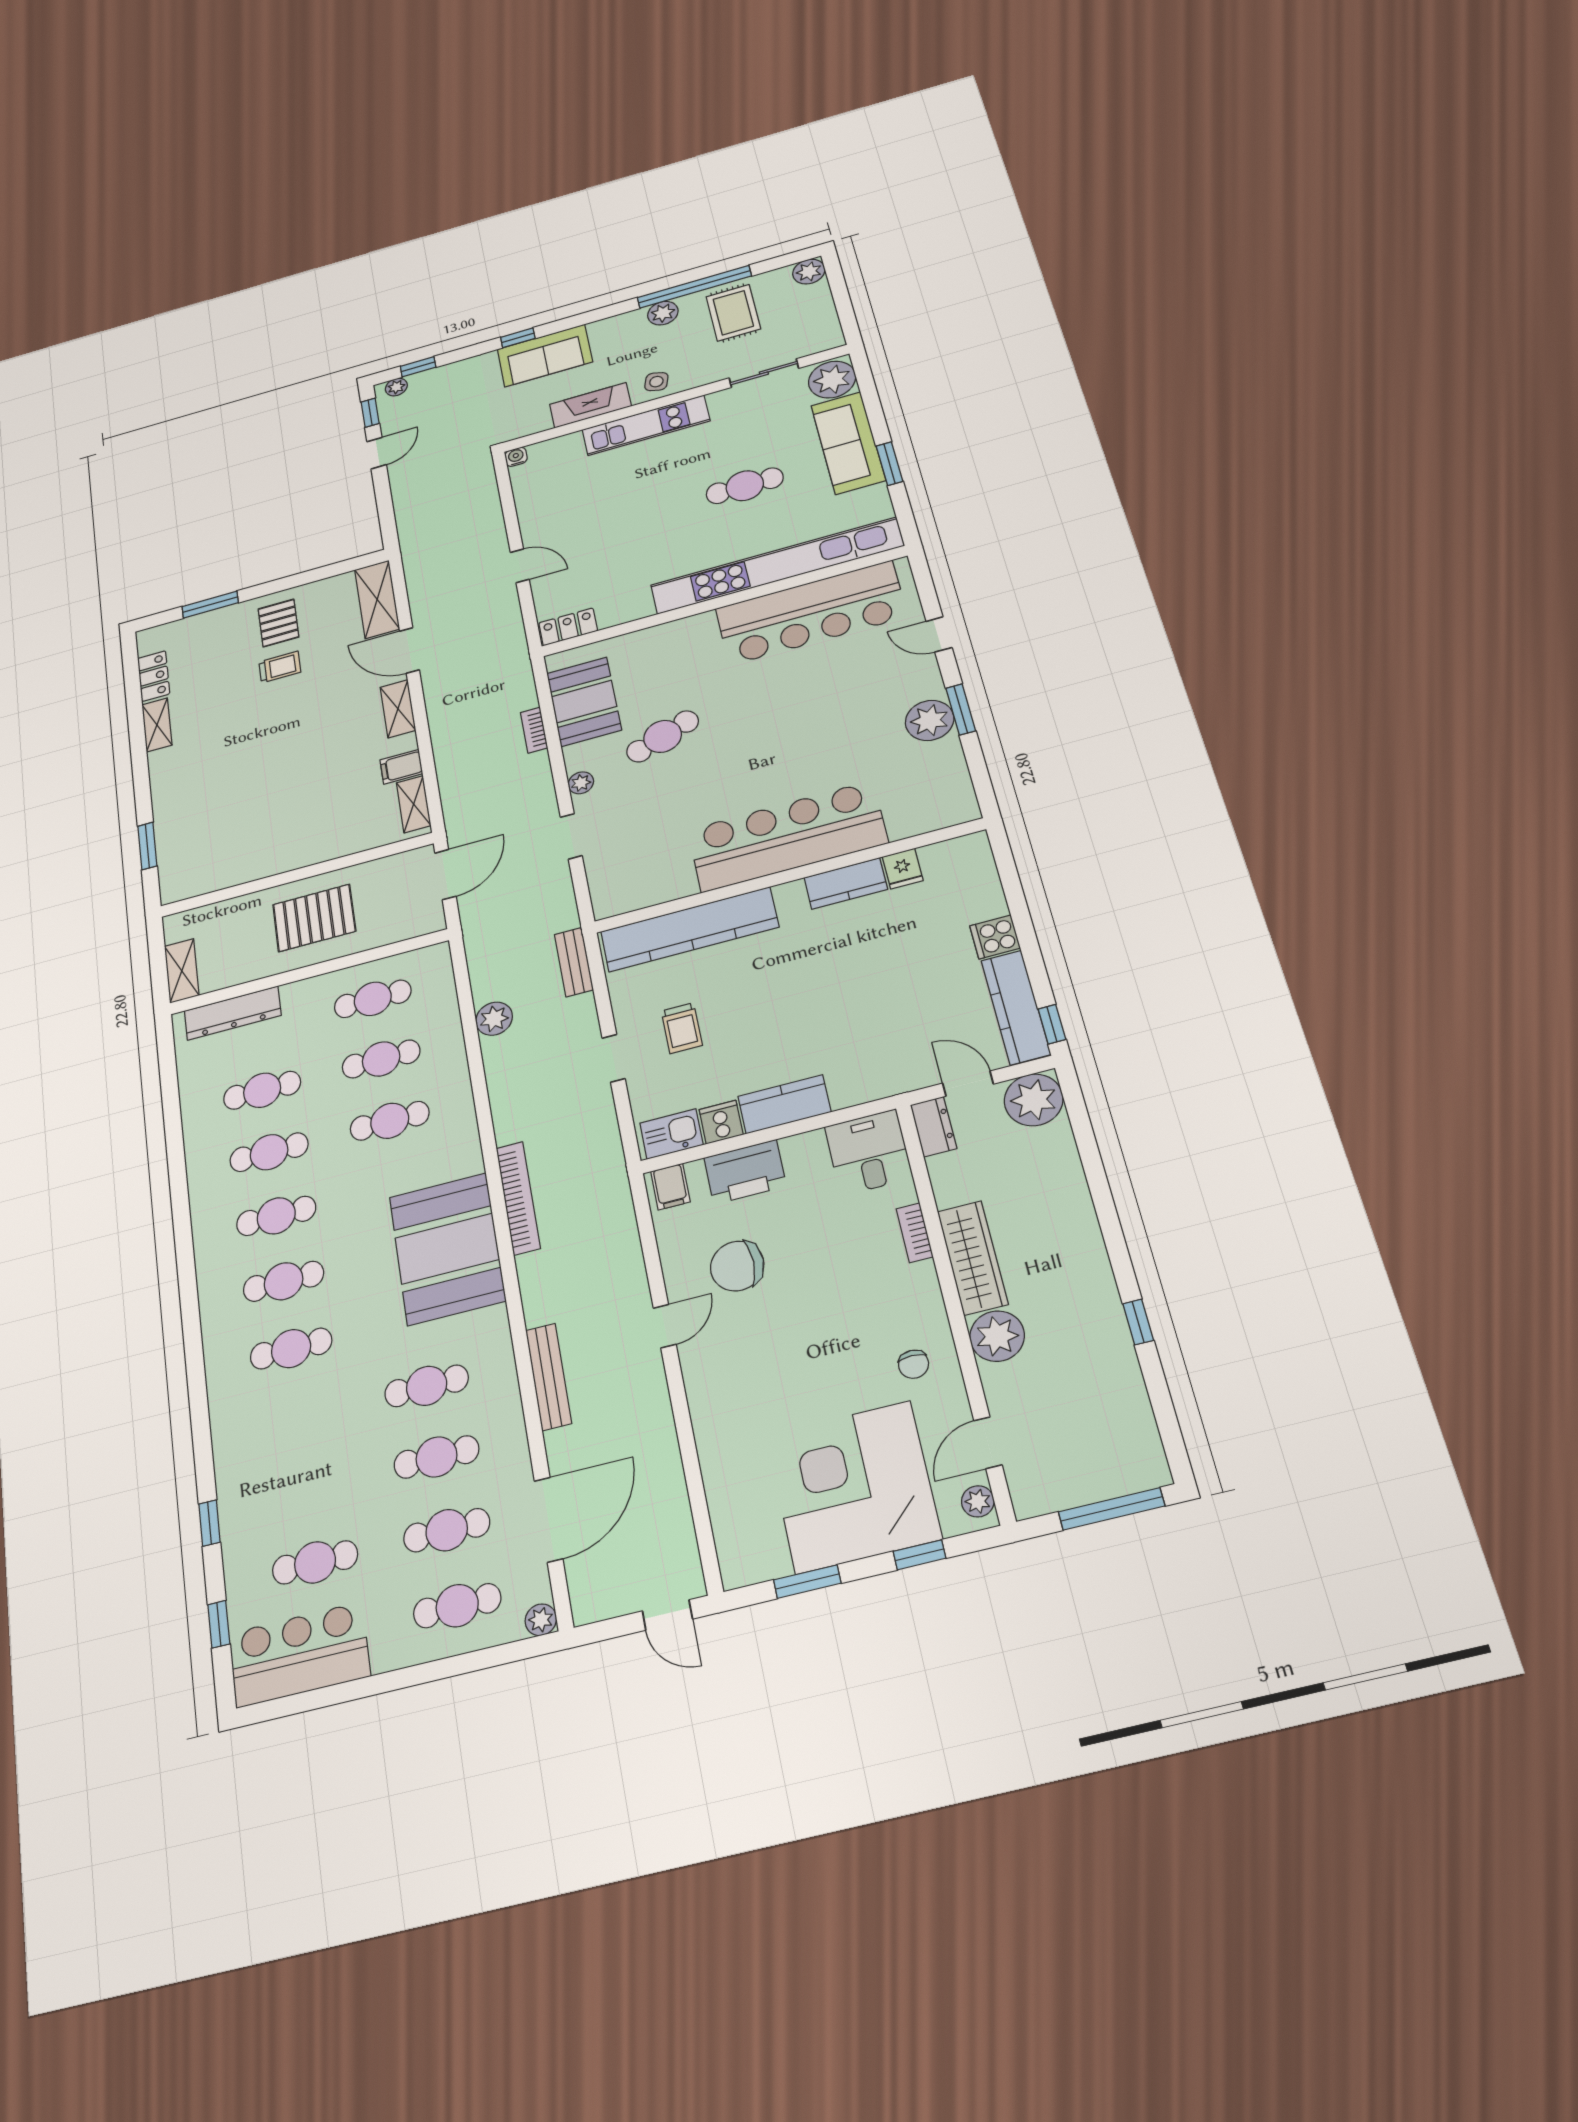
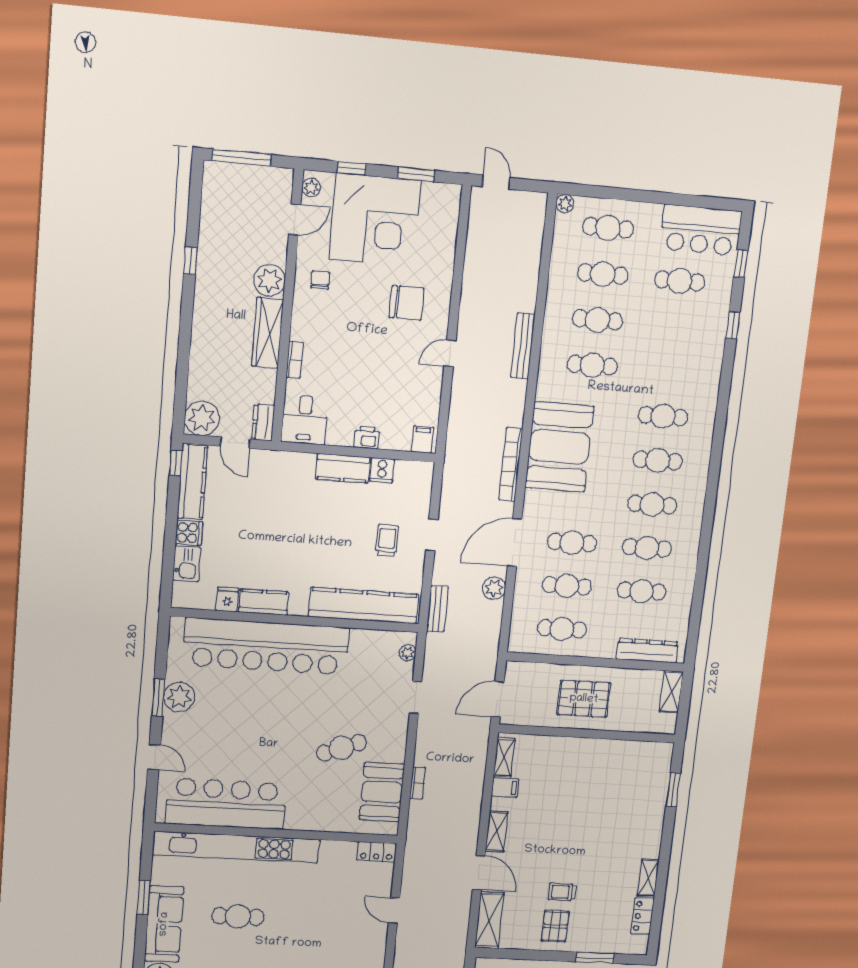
plant: (581, 783) -> (408, 653), moved
bar counter: (787, 836) -> (266, 646), width x1.36
kitchen sink: (671, 1134) -> (187, 564), moved, turned -90
printer: (745, 1172) -> (367, 438), width x0.53, depth x0.68
chair: (737, 1266) -> (407, 303), moved
door: (549, 1520) -> (515, 542), moved

